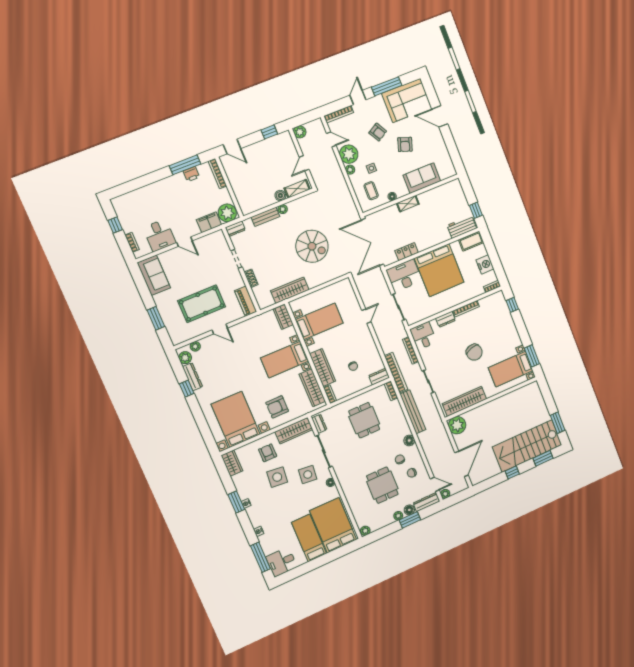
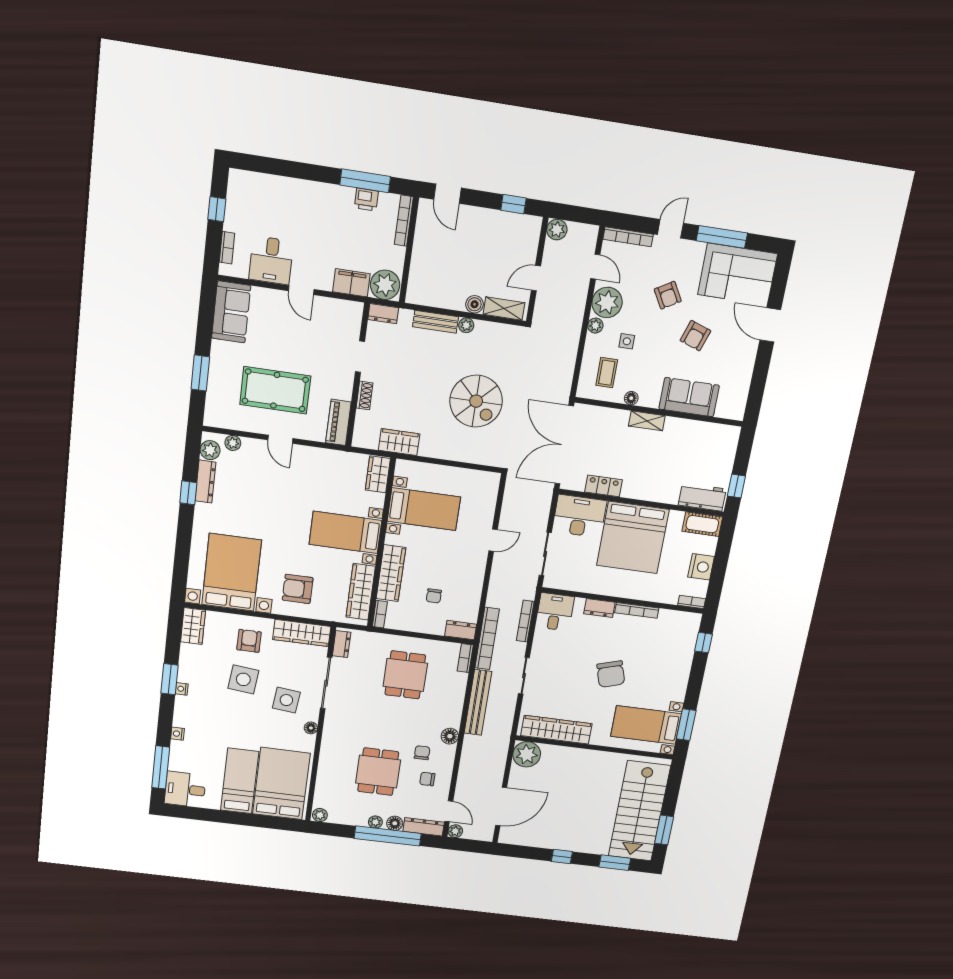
wardrobe: (290, 290) -> (399, 442), width x0.67
stairs: (527, 446) -> (639, 811), moved, turned -90
window: (410, 520) -> (388, 836), width x2.11

